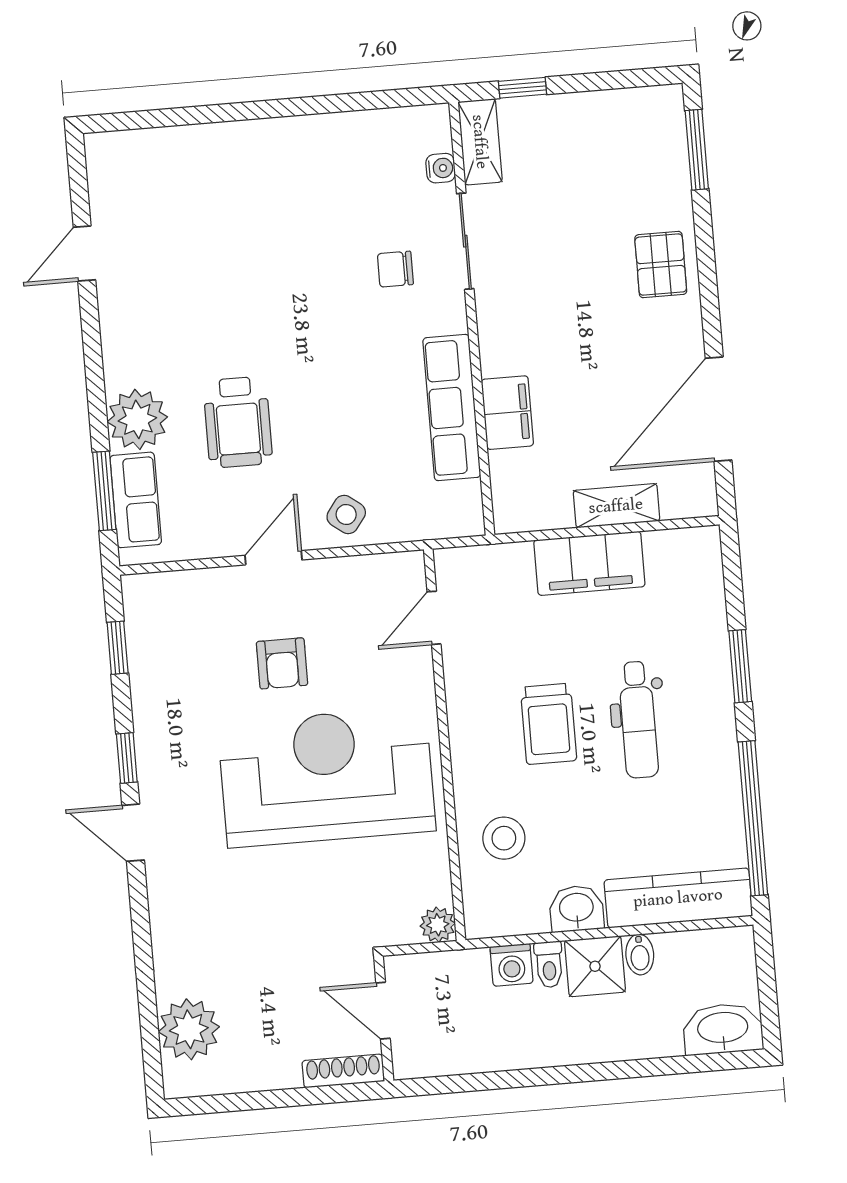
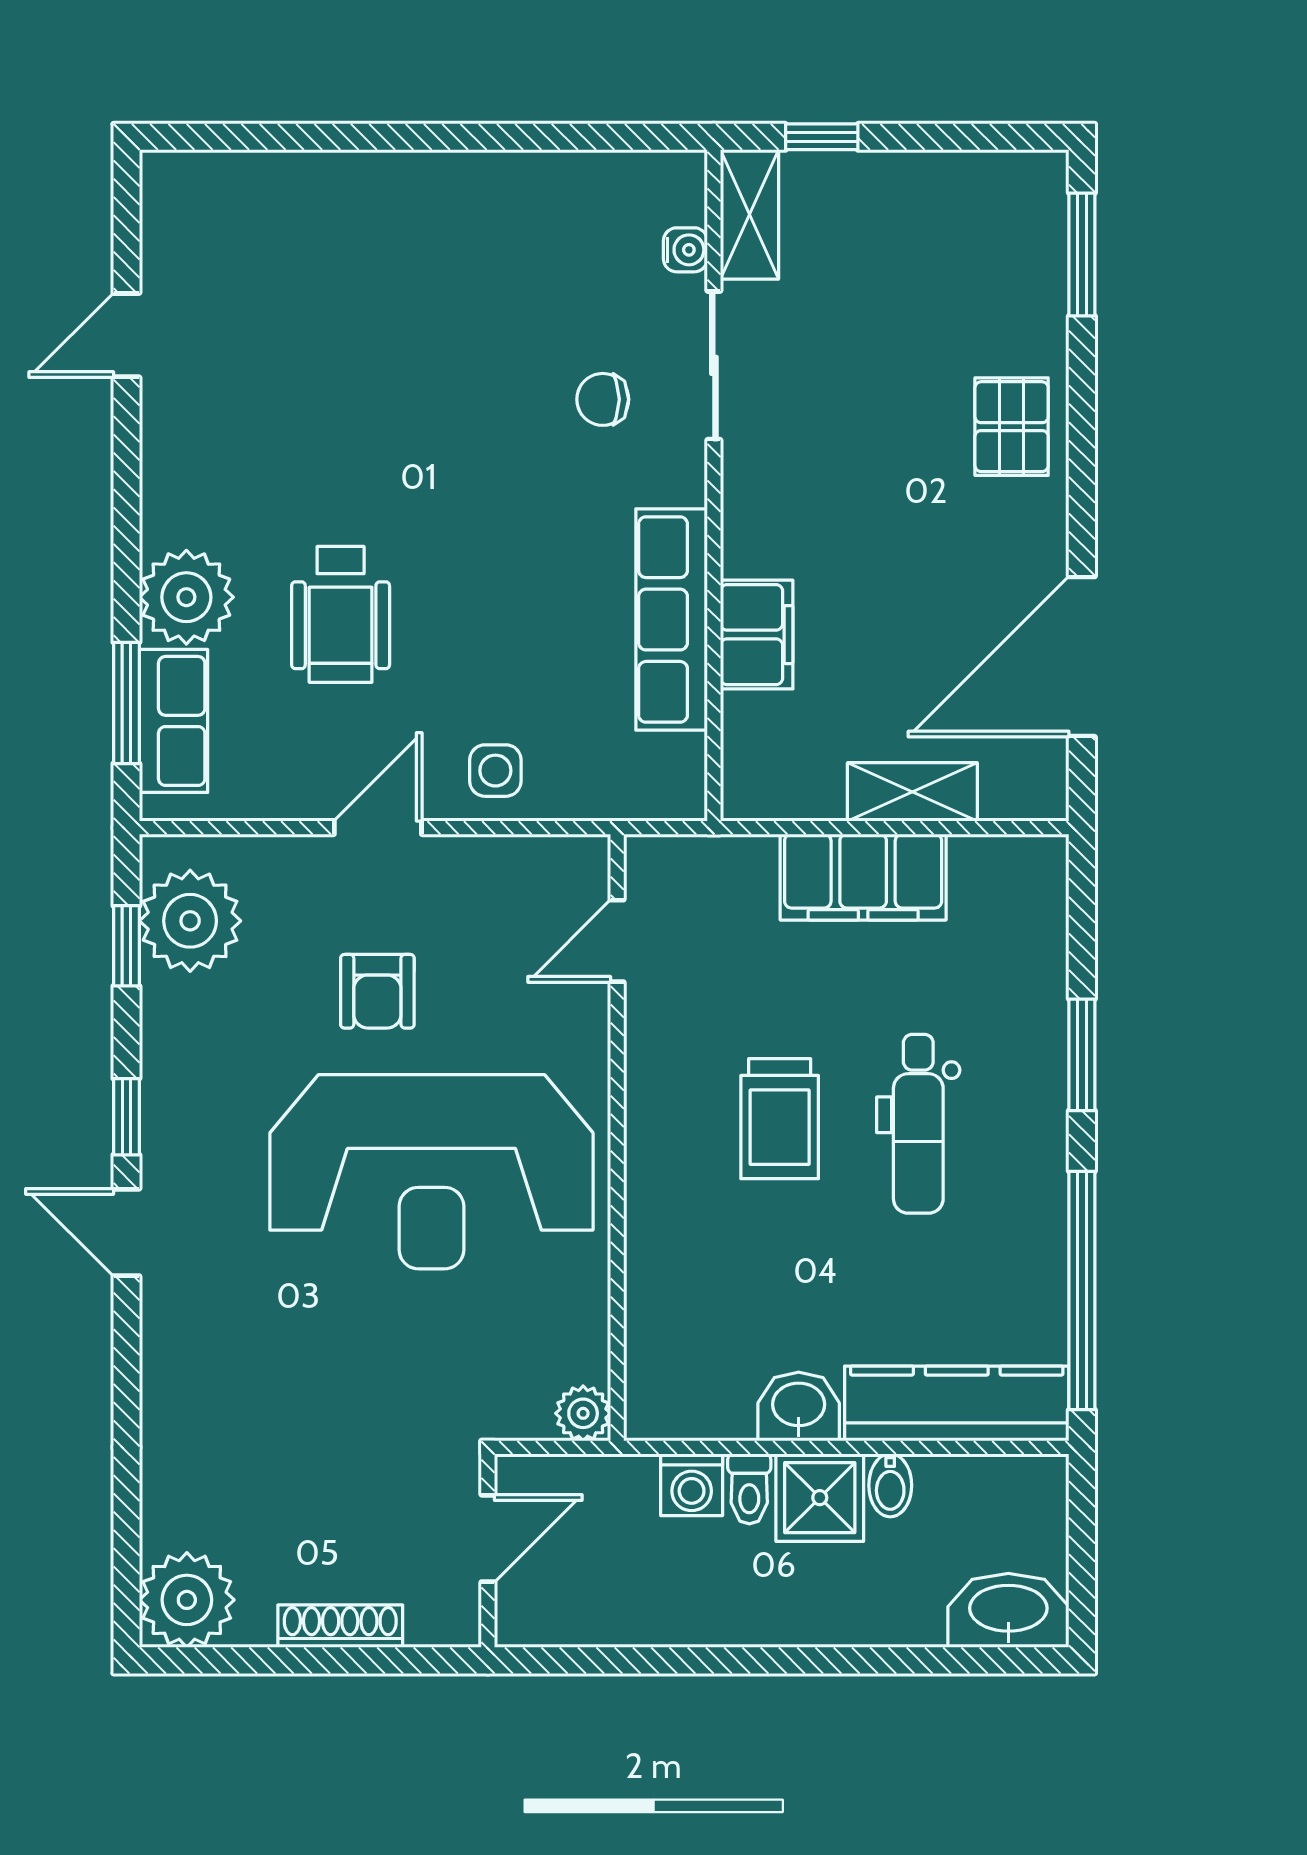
side table: (346, 515) -> (495, 771), turned -37
plant: (157, 628) -> (190, 921), added
reception desk: (327, 777) -> (431, 1172), turned 180
stool: (504, 838) -> (696, 1289), removed
door: (383, 1011) -> (488, 1538), swing flipped
plant: (189, 1029) -> (187, 1600), moved
shoe rack: (343, 1071) -> (340, 1626), moved

